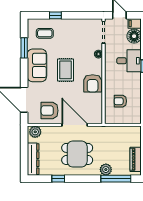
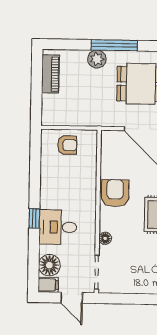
armchair: (120, 101) -> (67, 145), moved
window: (116, 179) -> (114, 45), moved

